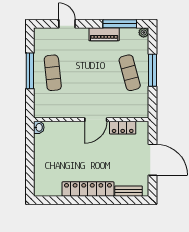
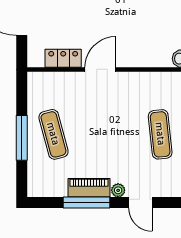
window: (120, 24) -> (86, 202), moved
plant: (144, 32) -> (118, 190), moved

